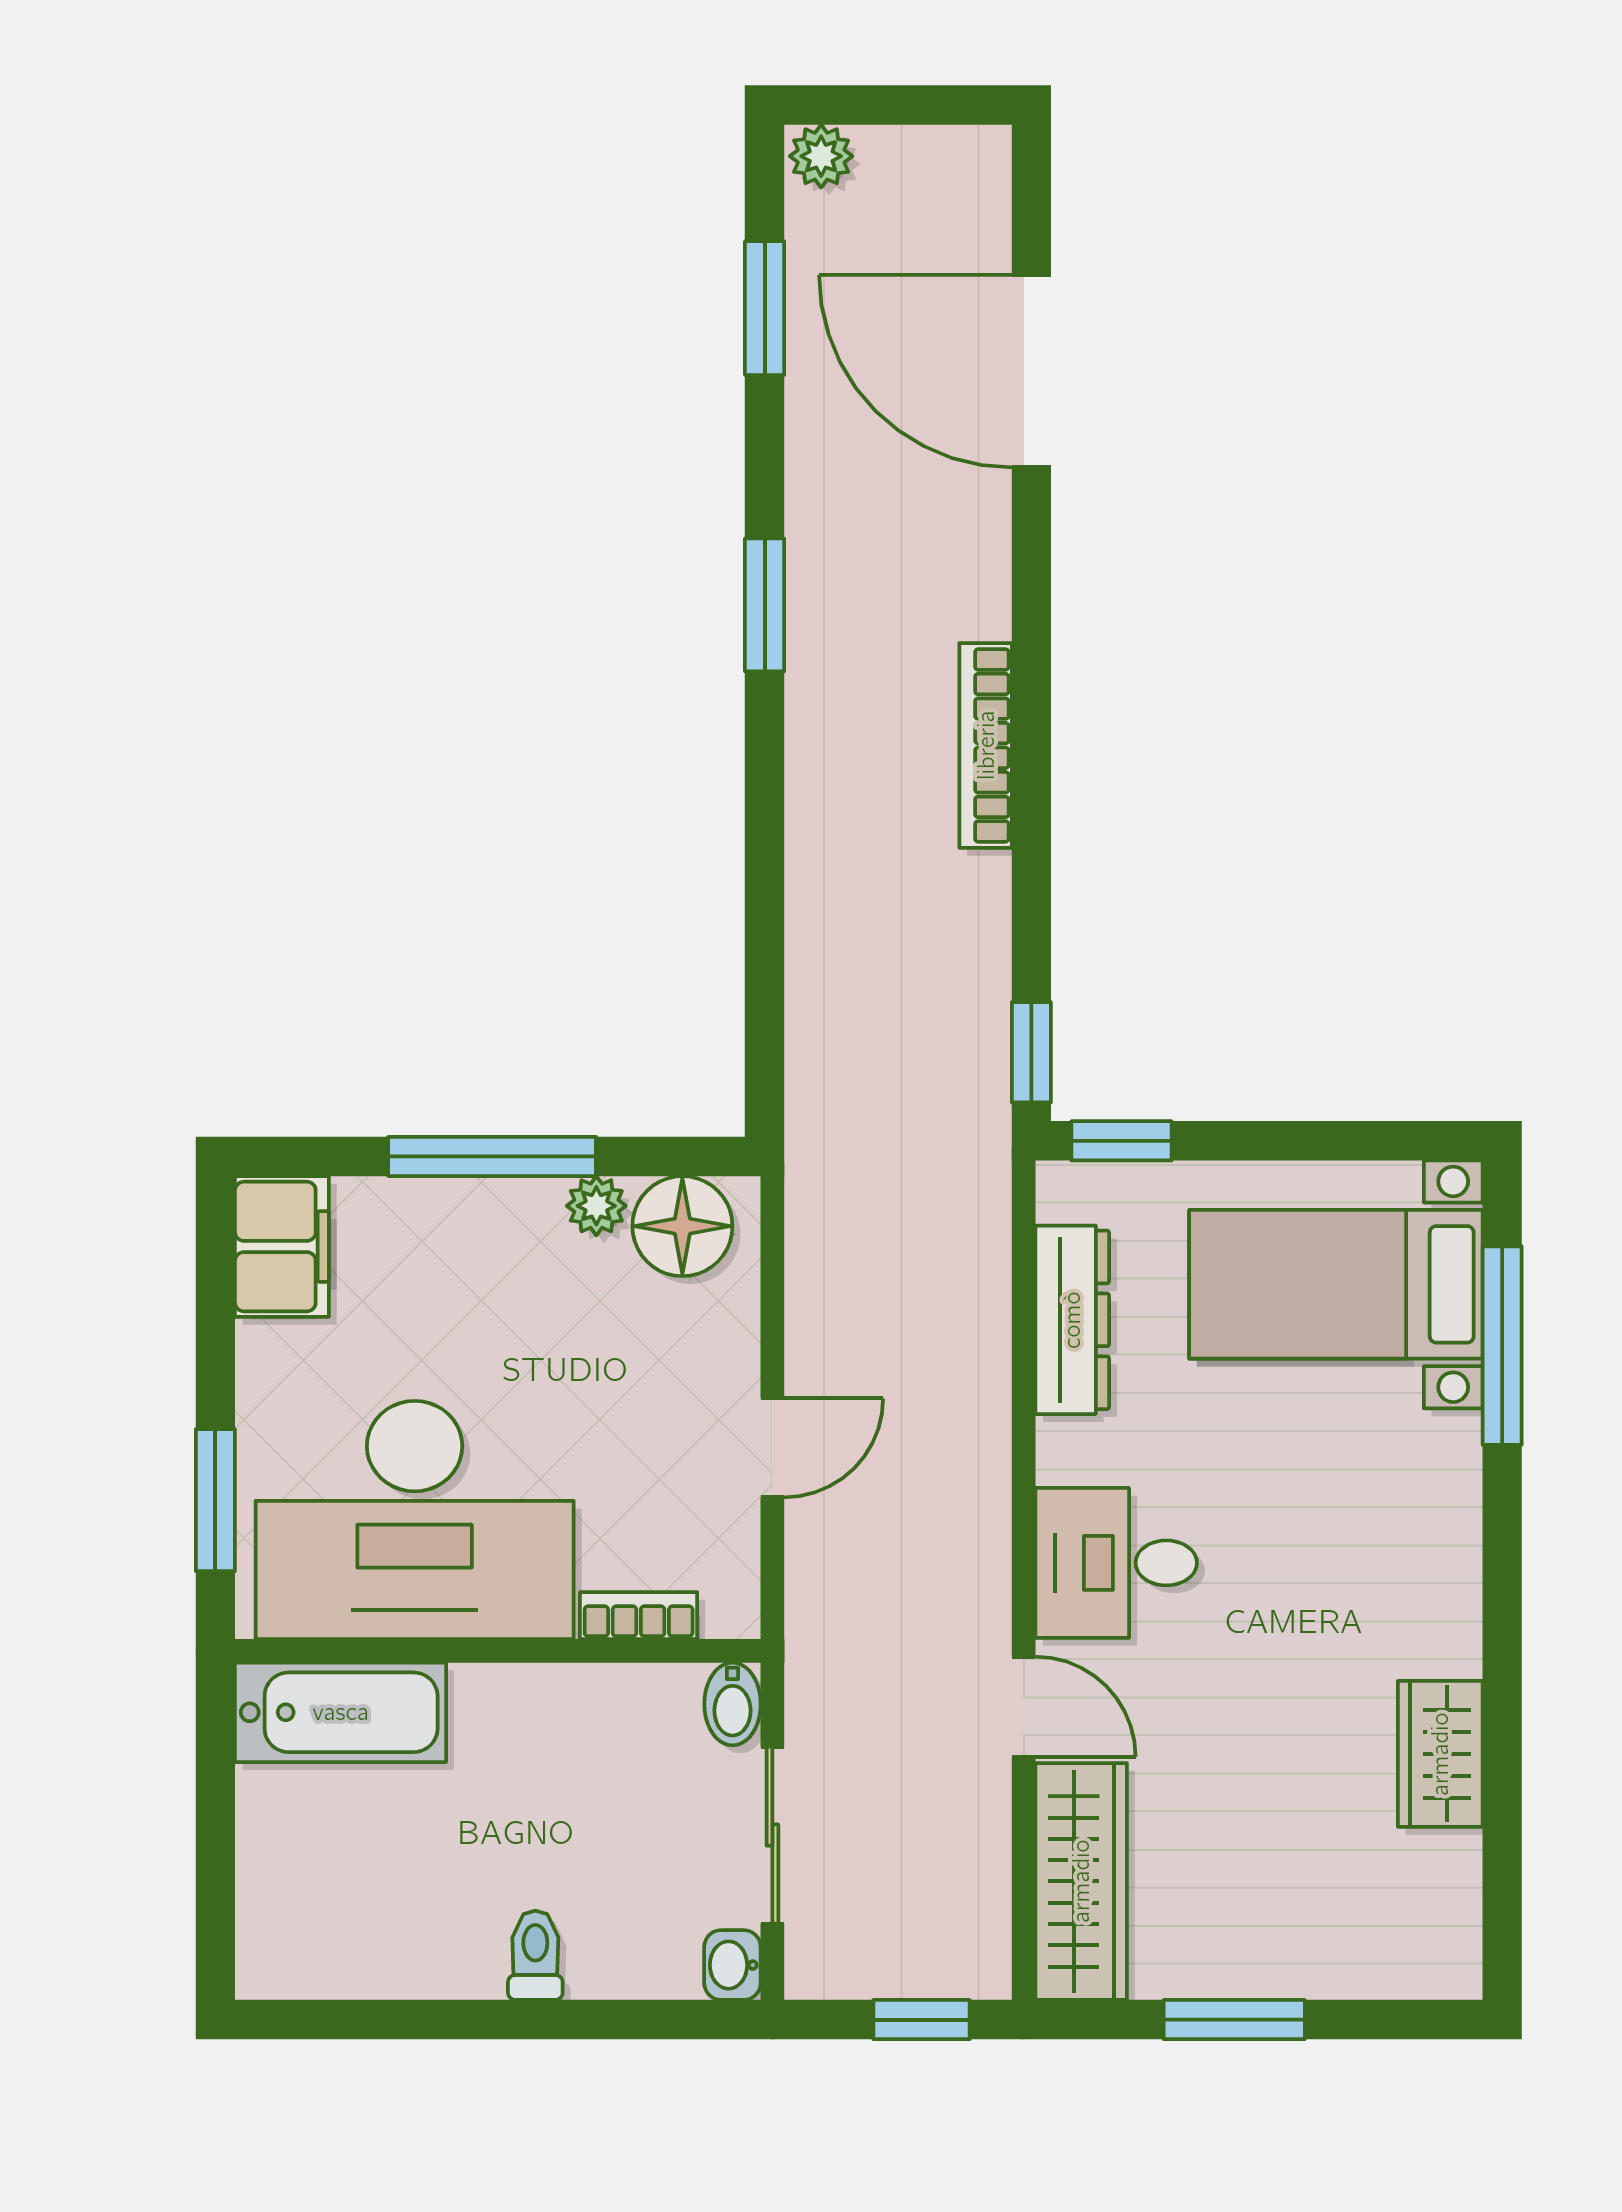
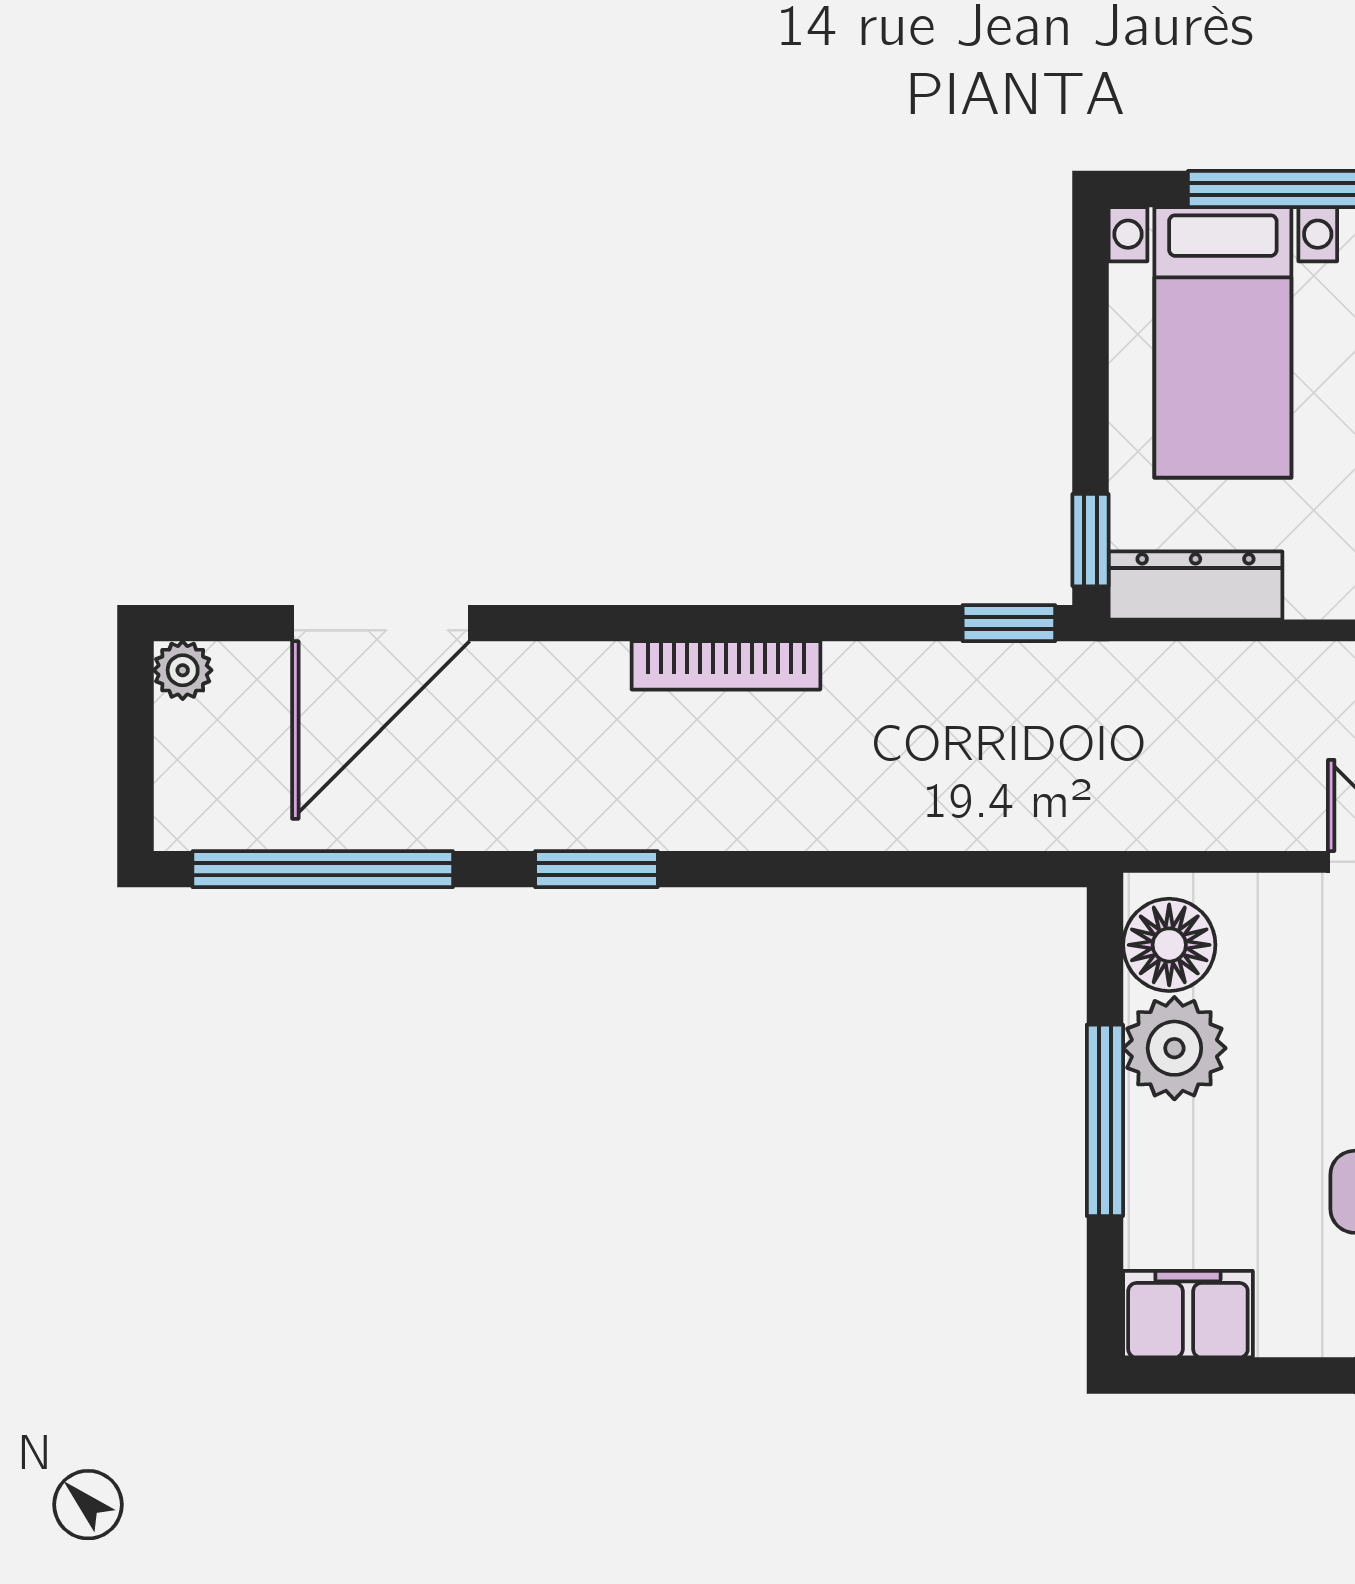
plant: (821, 156) -> (183, 670), moved
window: (765, 308) -> (323, 869), width x2.11
plant: (596, 1206) -> (1174, 1048), width x1.88, depth x1.88
dresser: (1072, 1320) -> (1195, 586), moved

